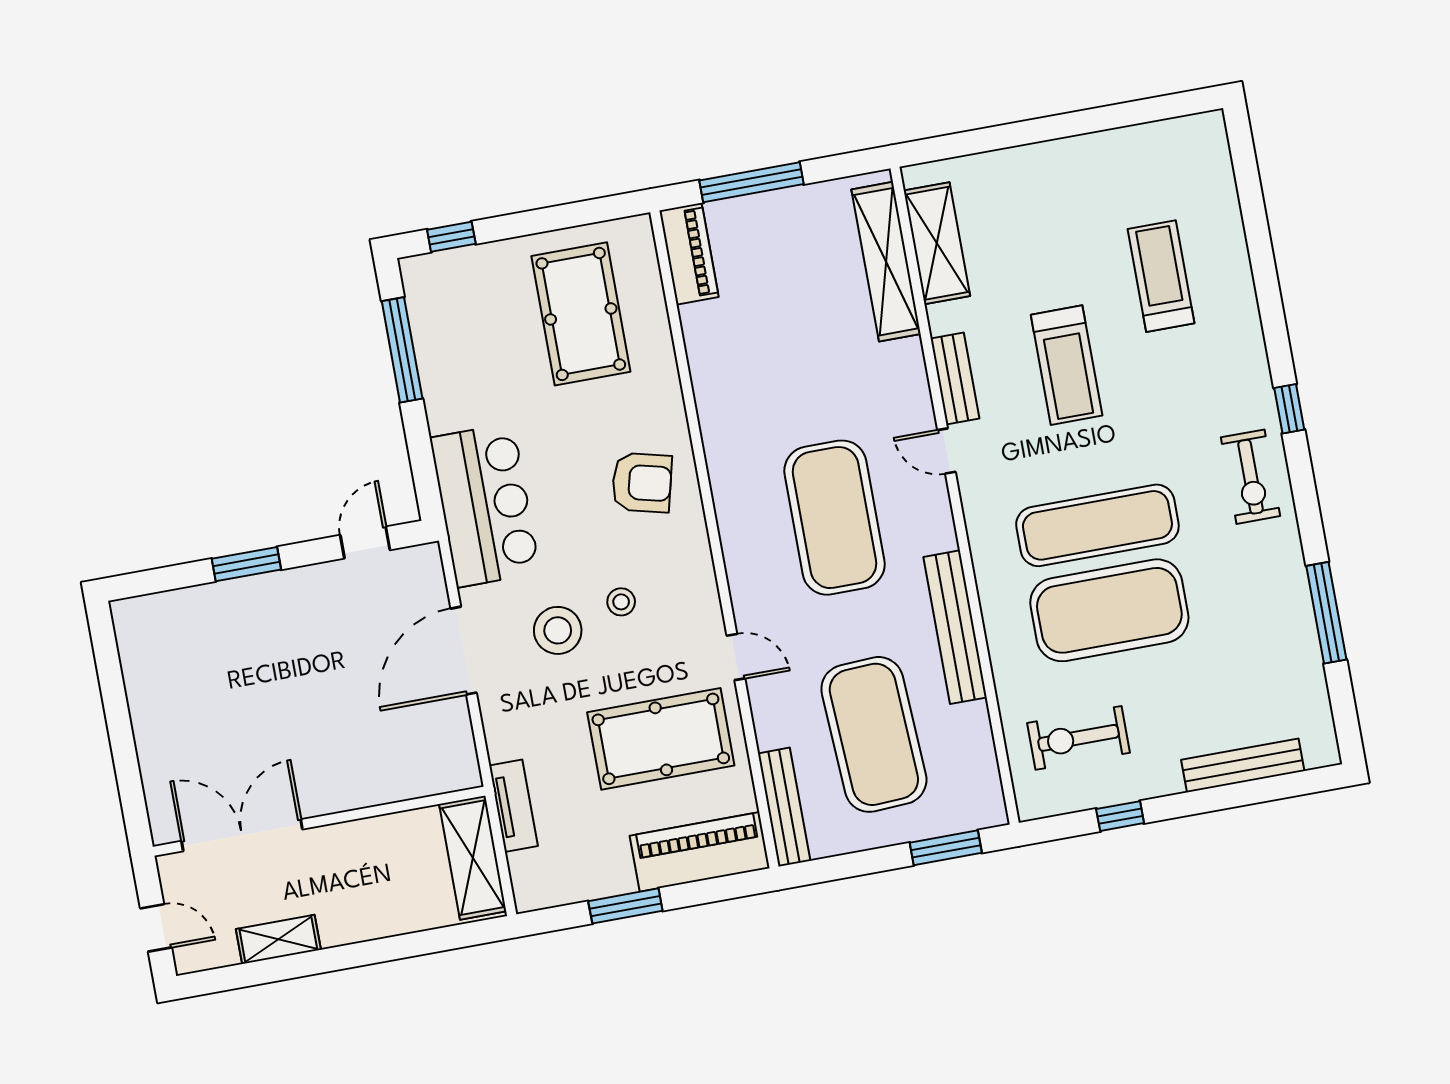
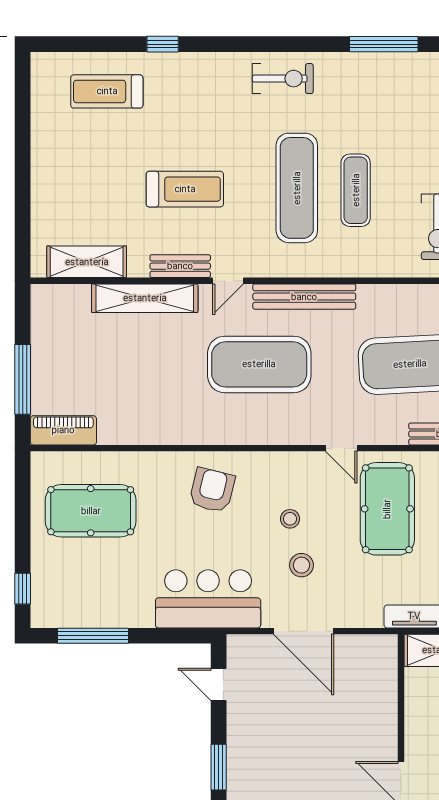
shelving: (886, 262) -> (145, 298), moved
treadmill: (1161, 276) -> (107, 91), moved
window: (1289, 409) -> (163, 44), moved
exercise mat: (1109, 610) -> (356, 190), width x0.50, depth x0.69
bench: (955, 627) -> (304, 297), moved
stool: (558, 630) -> (301, 565), width x0.73, depth x0.73
door: (736, 657) -> (341, 448), swing flipped

